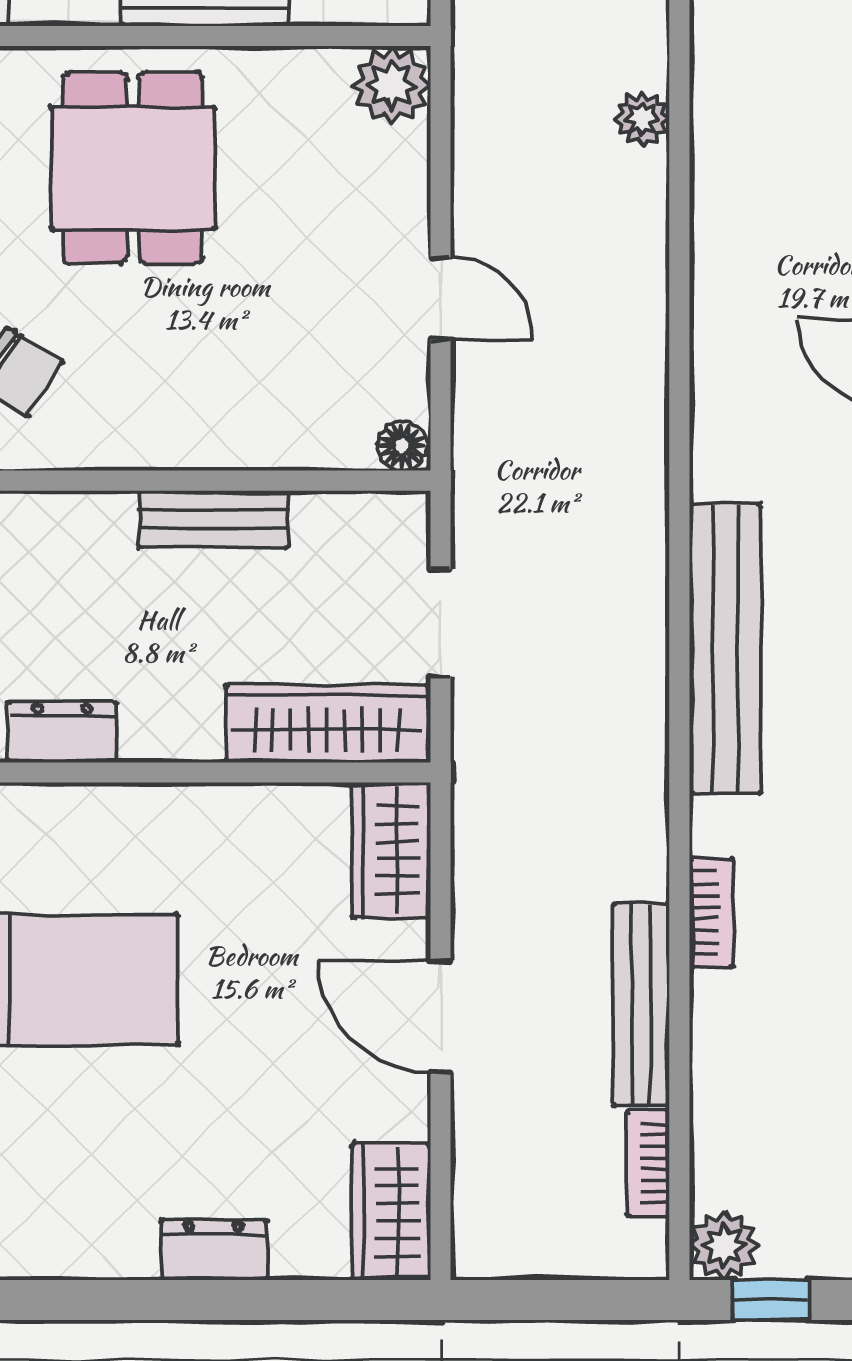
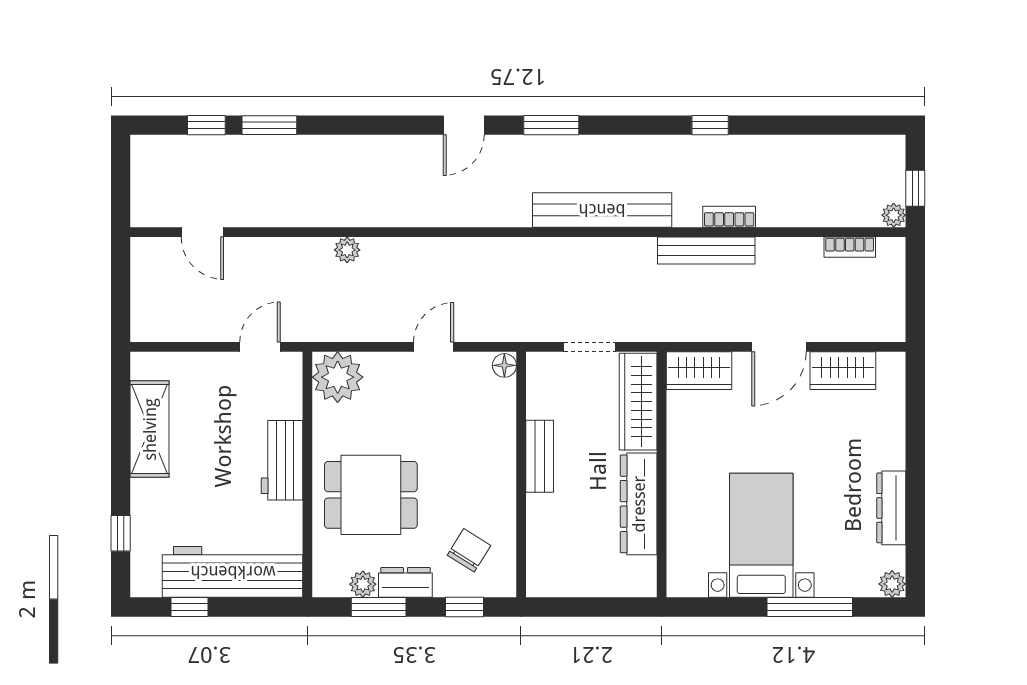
plant: (392, 85) -> (338, 377), width x1.36, depth x1.36
dresser: (62, 732) -> (639, 504), width x1.96, depth x1.24
bench: (641, 1004) -> (706, 250), moved
wardrobe: (391, 1212) -> (843, 371), moved
plant: (724, 1246) -> (894, 215), width x0.73, depth x0.73
dresser: (214, 1250) -> (891, 508), moved, width x1.44

